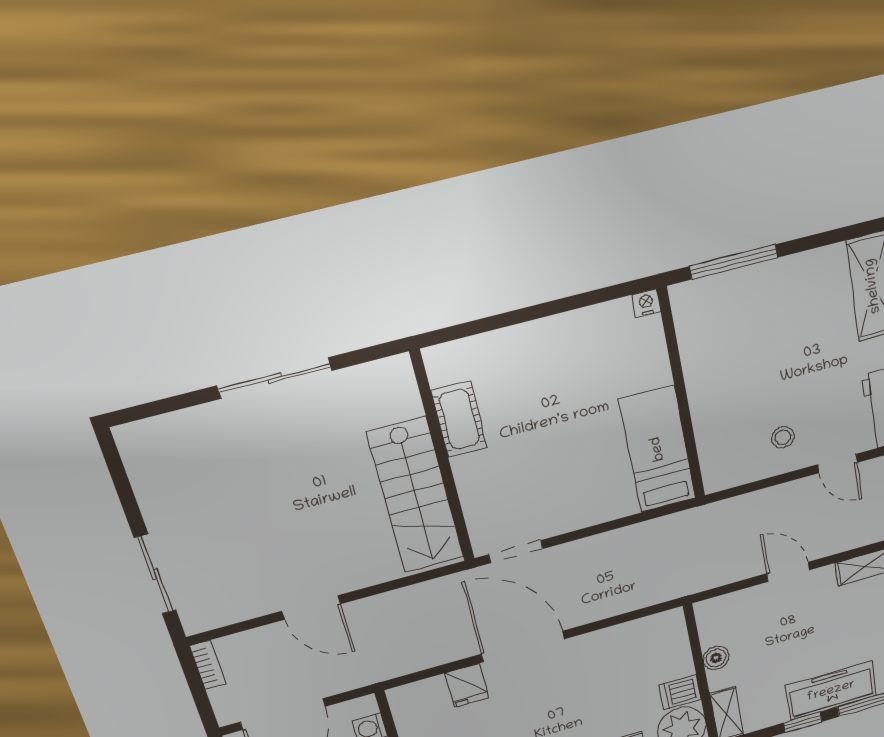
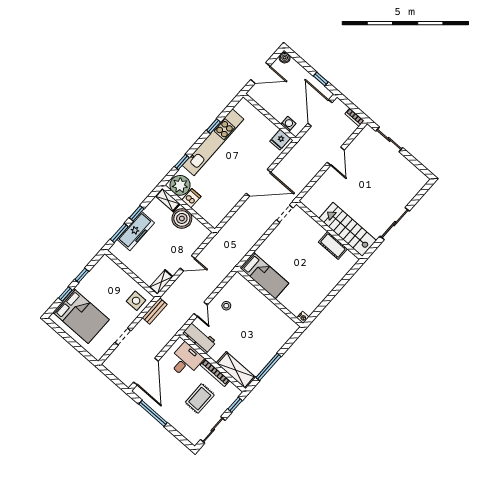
window: (734, 262) -> (268, 367), moved
door: (838, 464) -> (201, 309), swing flipped
stairs: (416, 496) -> (348, 229), moved
door: (311, 607) -> (336, 156), swing flipped
boiler: (716, 658) -> (182, 218), width x1.86, depth x1.86
fridge: (467, 686) -> (280, 140), moved, turned -90

